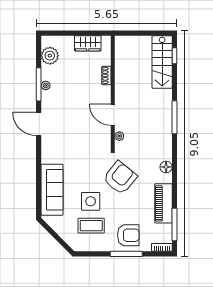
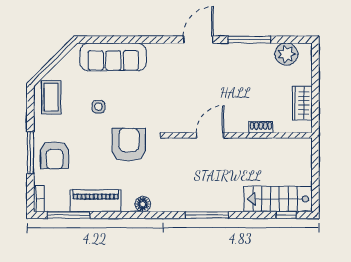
plant: (46, 85) -> (248, 49), removed
plant: (119, 136) -> (183, 144), removed
armchair: (120, 178) -> (129, 145), turned -129
side table: (91, 201) -> (98, 107), width x0.54, depth x0.54
coffee table: (91, 226) -> (51, 97), moved

